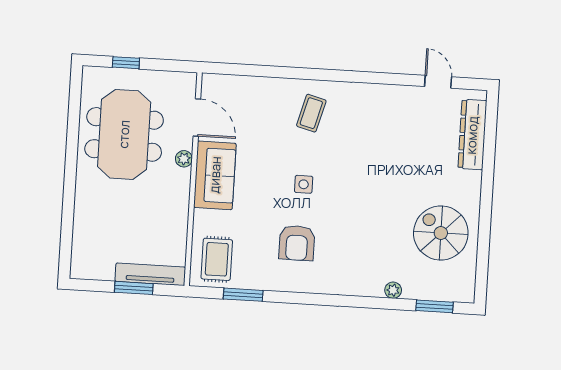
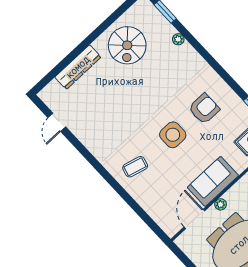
dresser: (472, 135) -> (78, 67), moved
side table: (304, 184) -> (173, 135), width x1.87, depth x1.87

